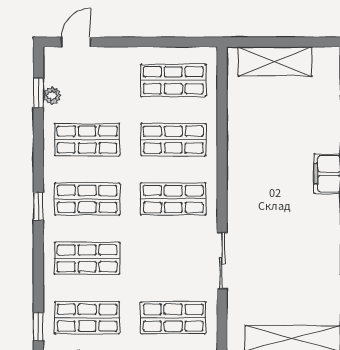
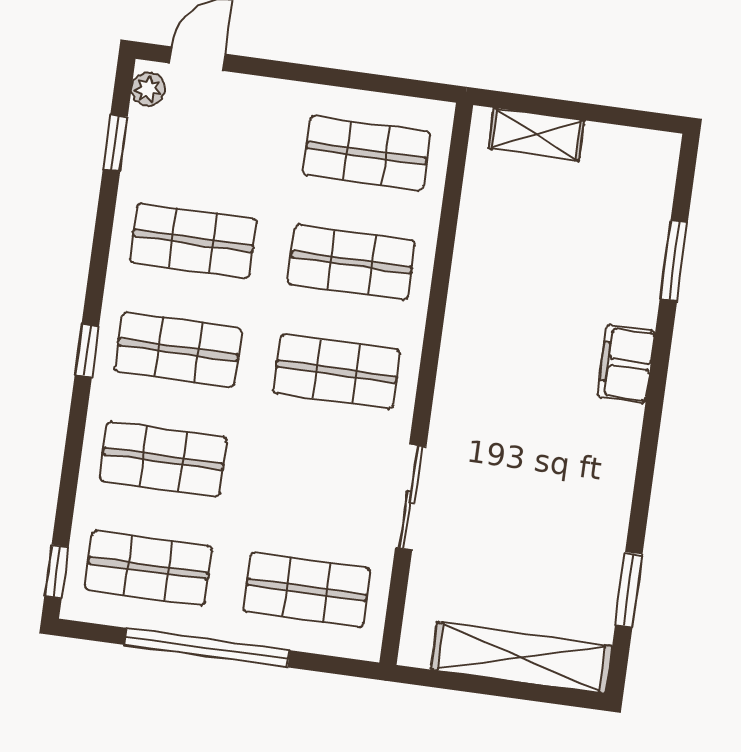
shelving: (275, 61) -> (536, 134), width x0.67, depth x0.75
plant: (52, 96) -> (148, 89), moved

